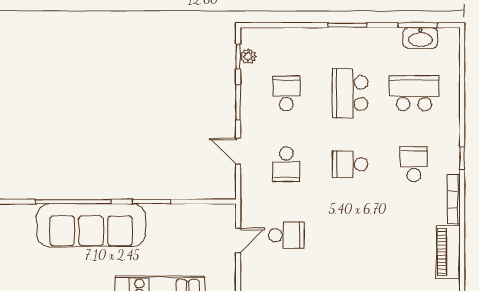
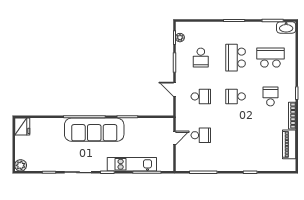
washbasin: (420, 38) -> (286, 27), moved
school desk: (286, 93) -> (201, 58), turned 180
school desk: (286, 164) -> (201, 96), turned -90

